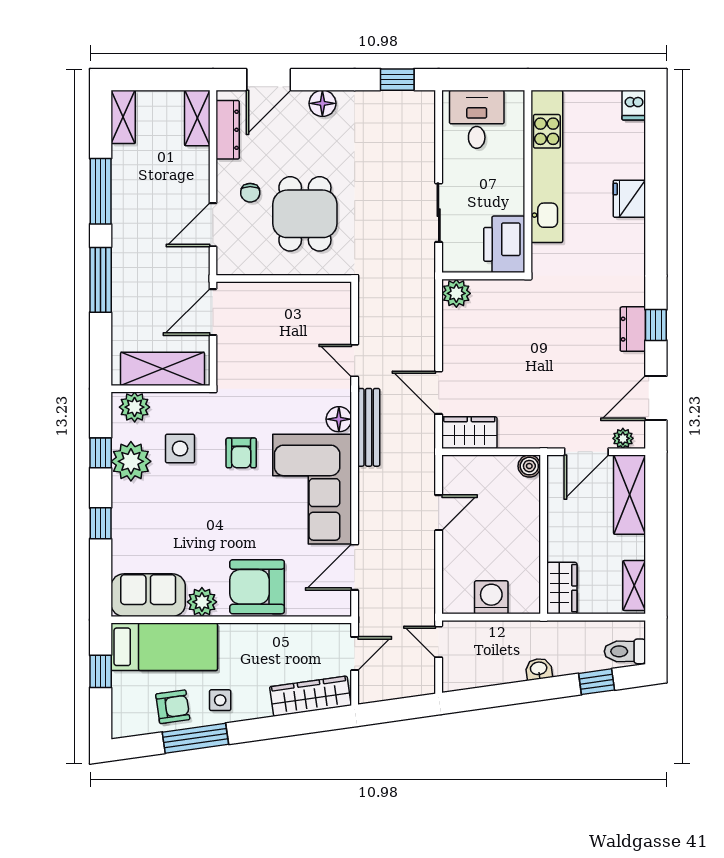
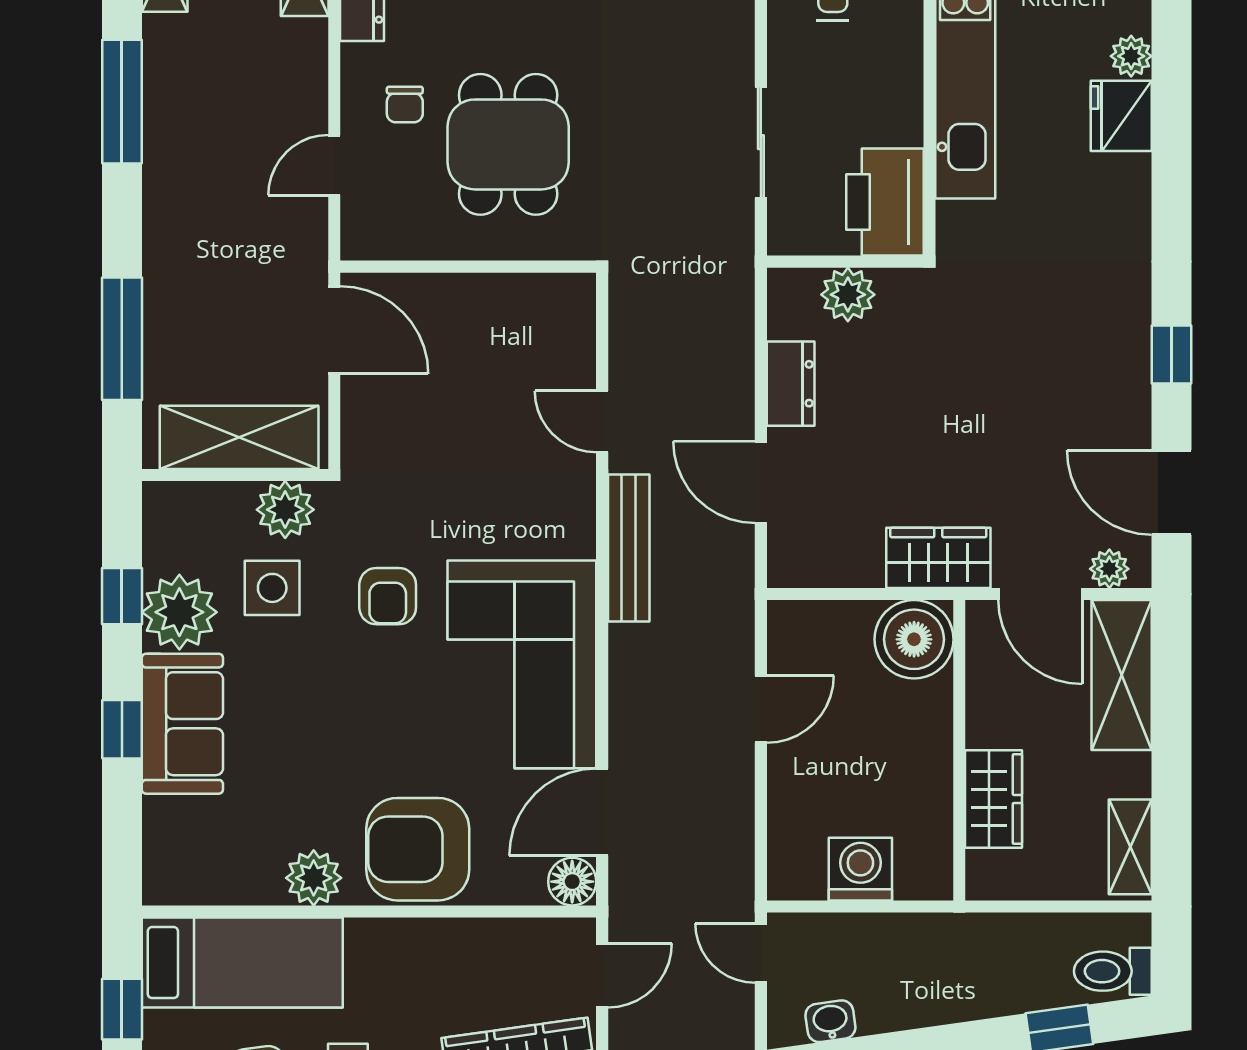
plant: (635, 167) -> (1131, 56), added
door: (213, 225) -> (334, 165), width x0.73
window: (101, 280) -> (122, 339), moved
plant: (456, 293) -> (848, 295), moved
door: (213, 312) -> (334, 330), swing flipped
dresser: (633, 329) -> (791, 384), moved, turned 180
door: (656, 398) -> (1172, 492), hinge flipped
plant: (135, 407) -> (285, 510), moved
floor lamp: (339, 419) -> (572, 882), moved
wardrobe: (469, 433) -> (938, 558), moved
door: (586, 452) -> (1040, 594), hinge flipped
boiler: (529, 466) -> (914, 639), width x1.86, depth x1.86
wardrobe: (562, 588) -> (994, 799), moved
sofa: (148, 595) -> (182, 724), moved, turned 90
washbasin: (539, 669) -> (830, 1021), moved

